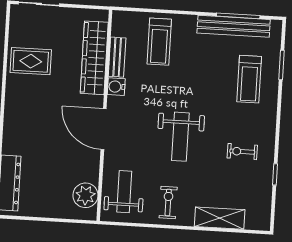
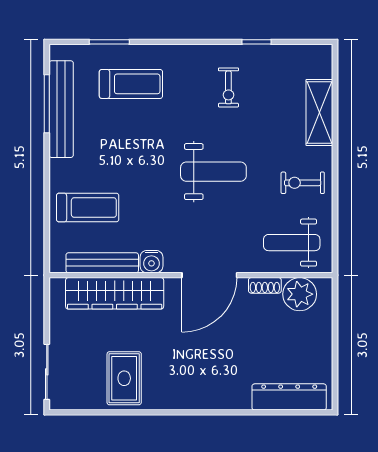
bench: (117, 57) -> (102, 263), width x1.36
shoe rack: (94, 170) -> (265, 285), added

